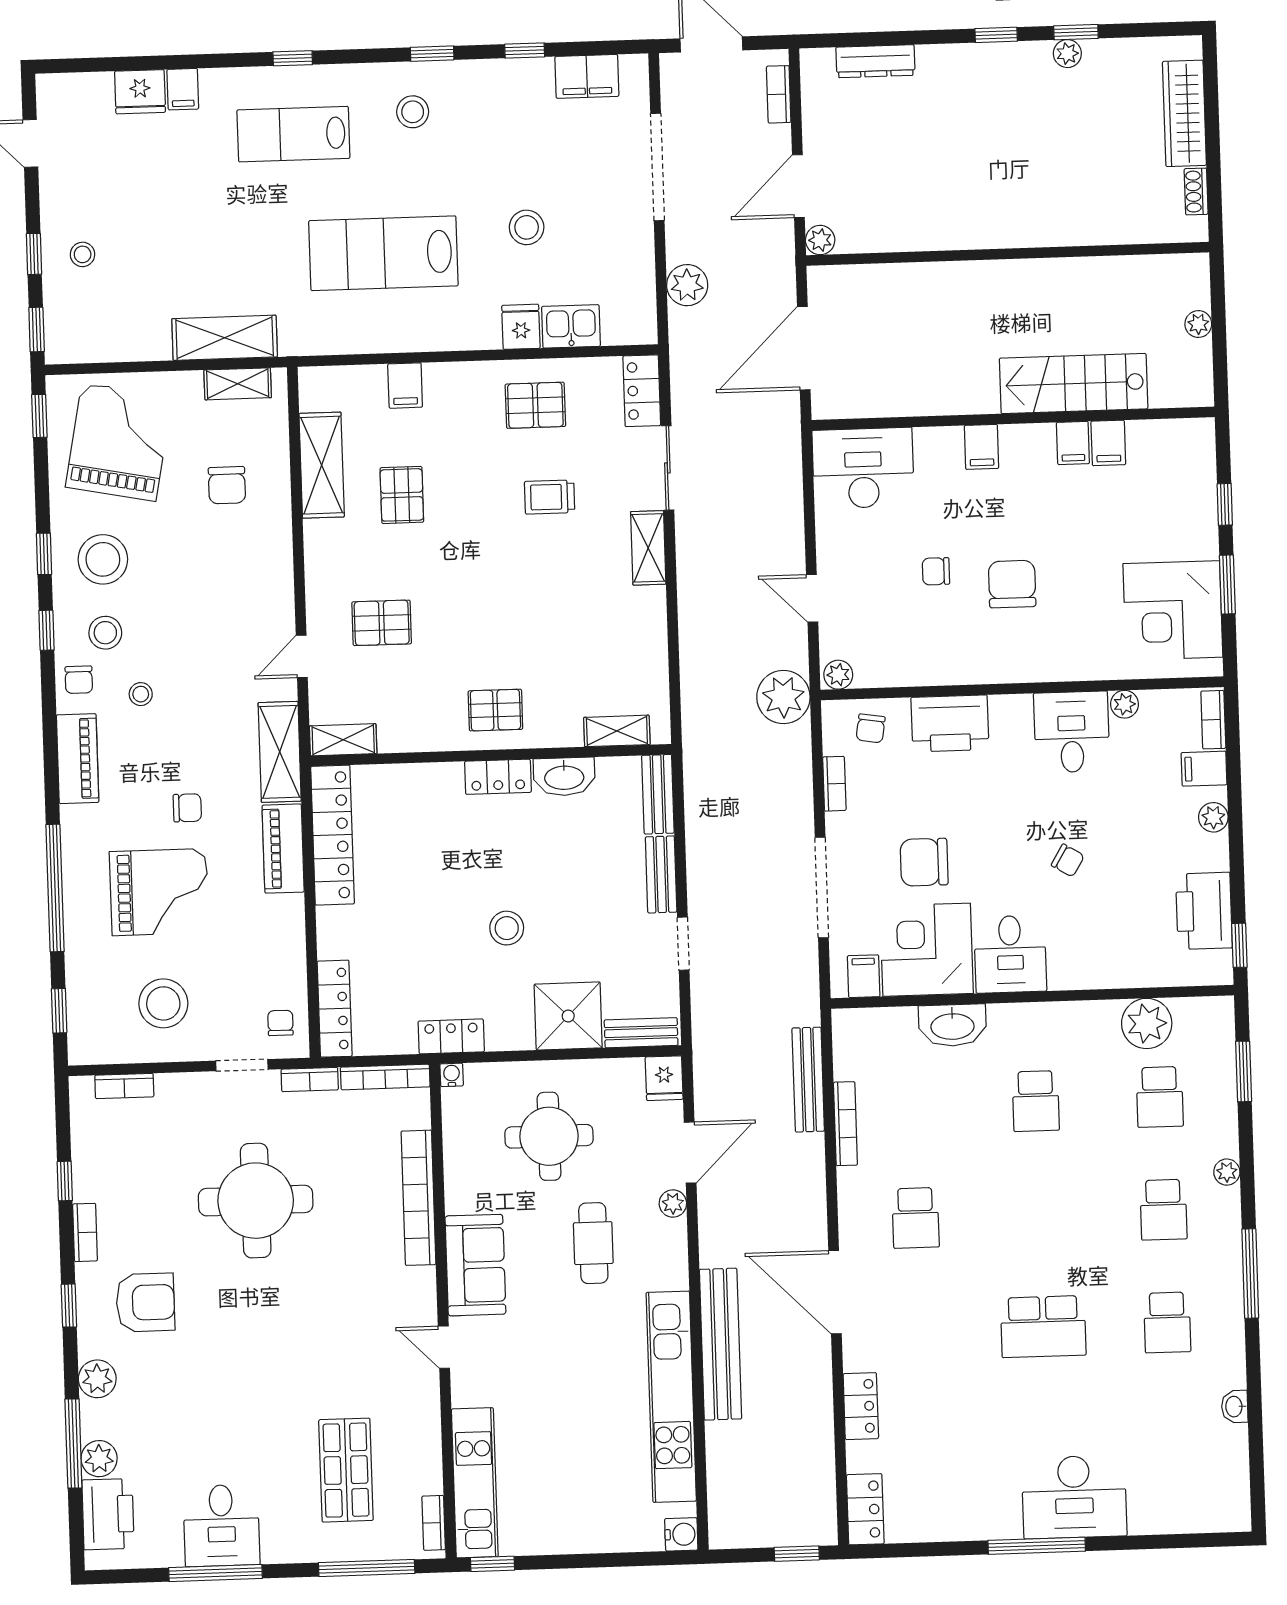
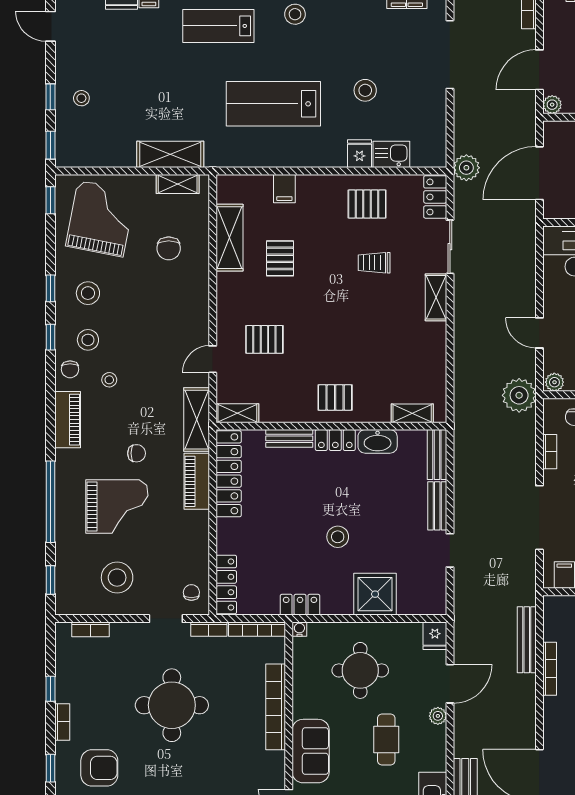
plant: (687, 285) -> (466, 168), moved
stool: (103, 559) -> (88, 293), width x0.73, depth x0.73
bench: (641, 1033) -> (289, 438), moved

